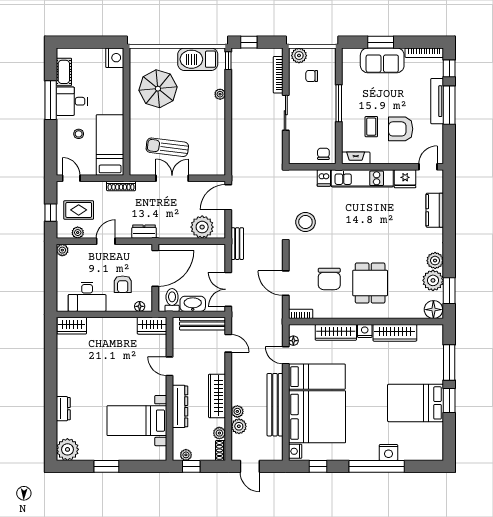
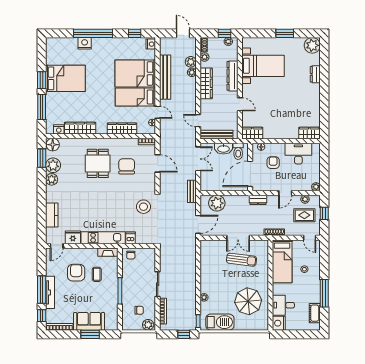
desk: (72, 101) -> (283, 305), moved, turned 180
armchair: (401, 129) -> (76, 273), turned -90
nightstand: (365, 331) -> (59, 129), moved
bed: (317, 417) -> (135, 74), width x0.73

